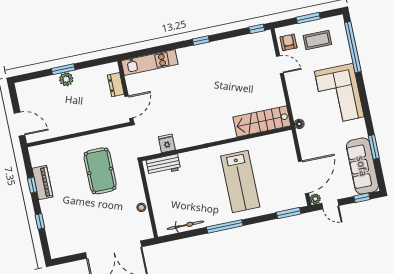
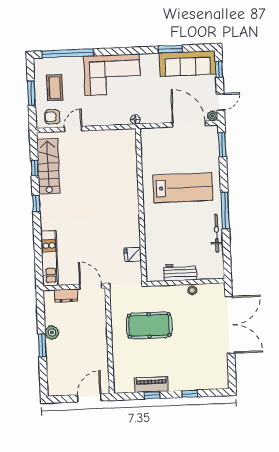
window: (257, 29) -> (35, 168), moved
plant: (66, 79) -> (52, 333), moved
stairs: (262, 121) -> (48, 167), moved, turned 180
workbench: (163, 165) -> (180, 272), moved, turned -90
bicycle: (185, 225) -> (217, 233), moved

